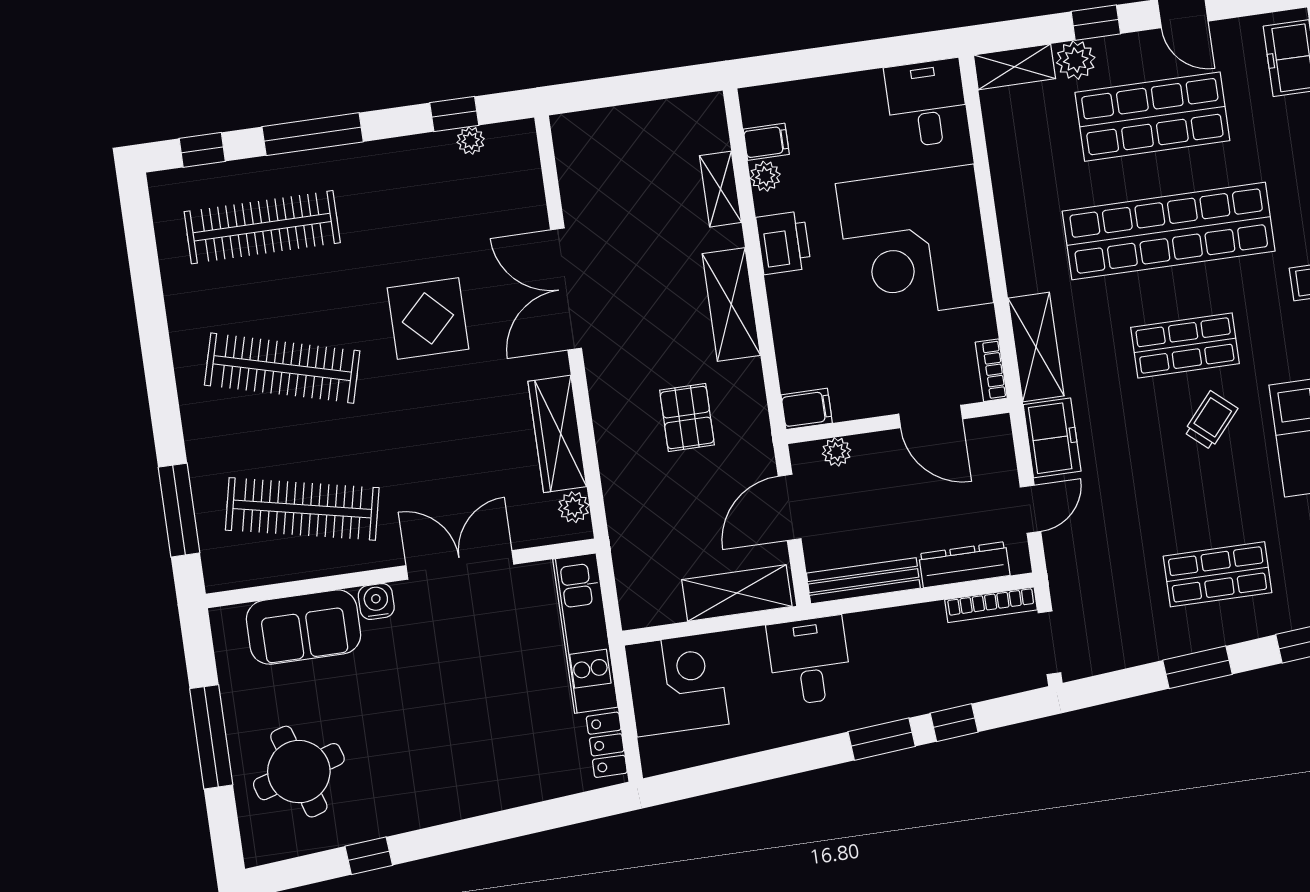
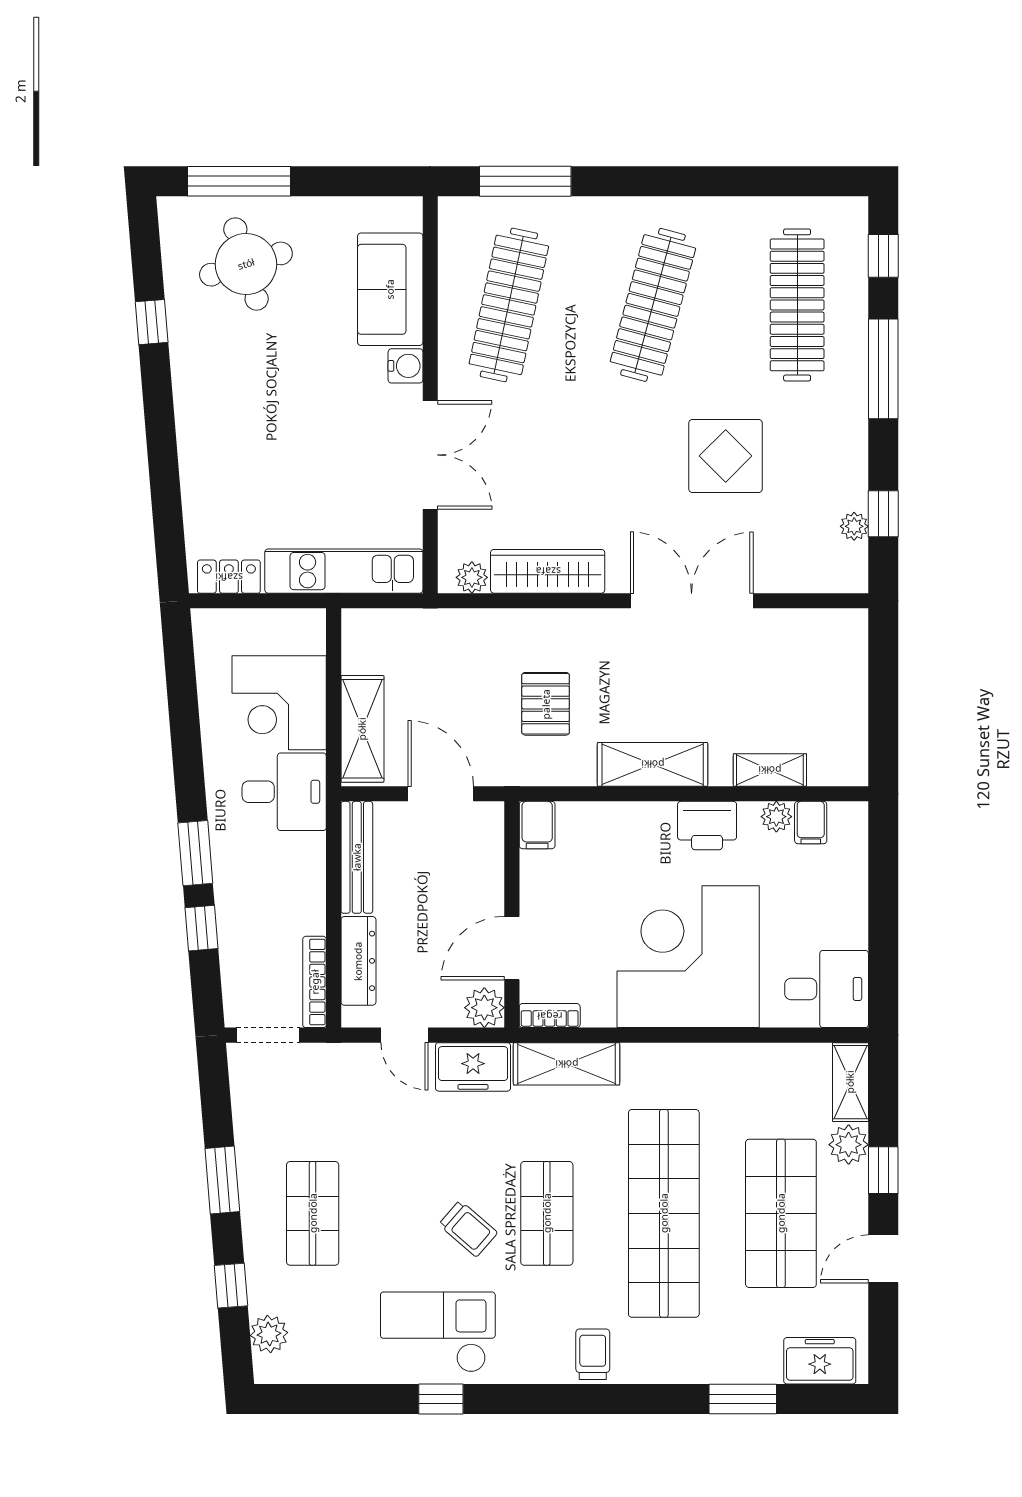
display table: (428, 318) -> (726, 456), moved
pallet: (687, 418) -> (546, 704), turned 90
plant: (836, 452) -> (484, 1008), moved, width x1.38, depth x1.38
corner desk: (677, 685) -> (279, 703), moved, turned 90
window: (211, 737) -> (239, 181), moved

